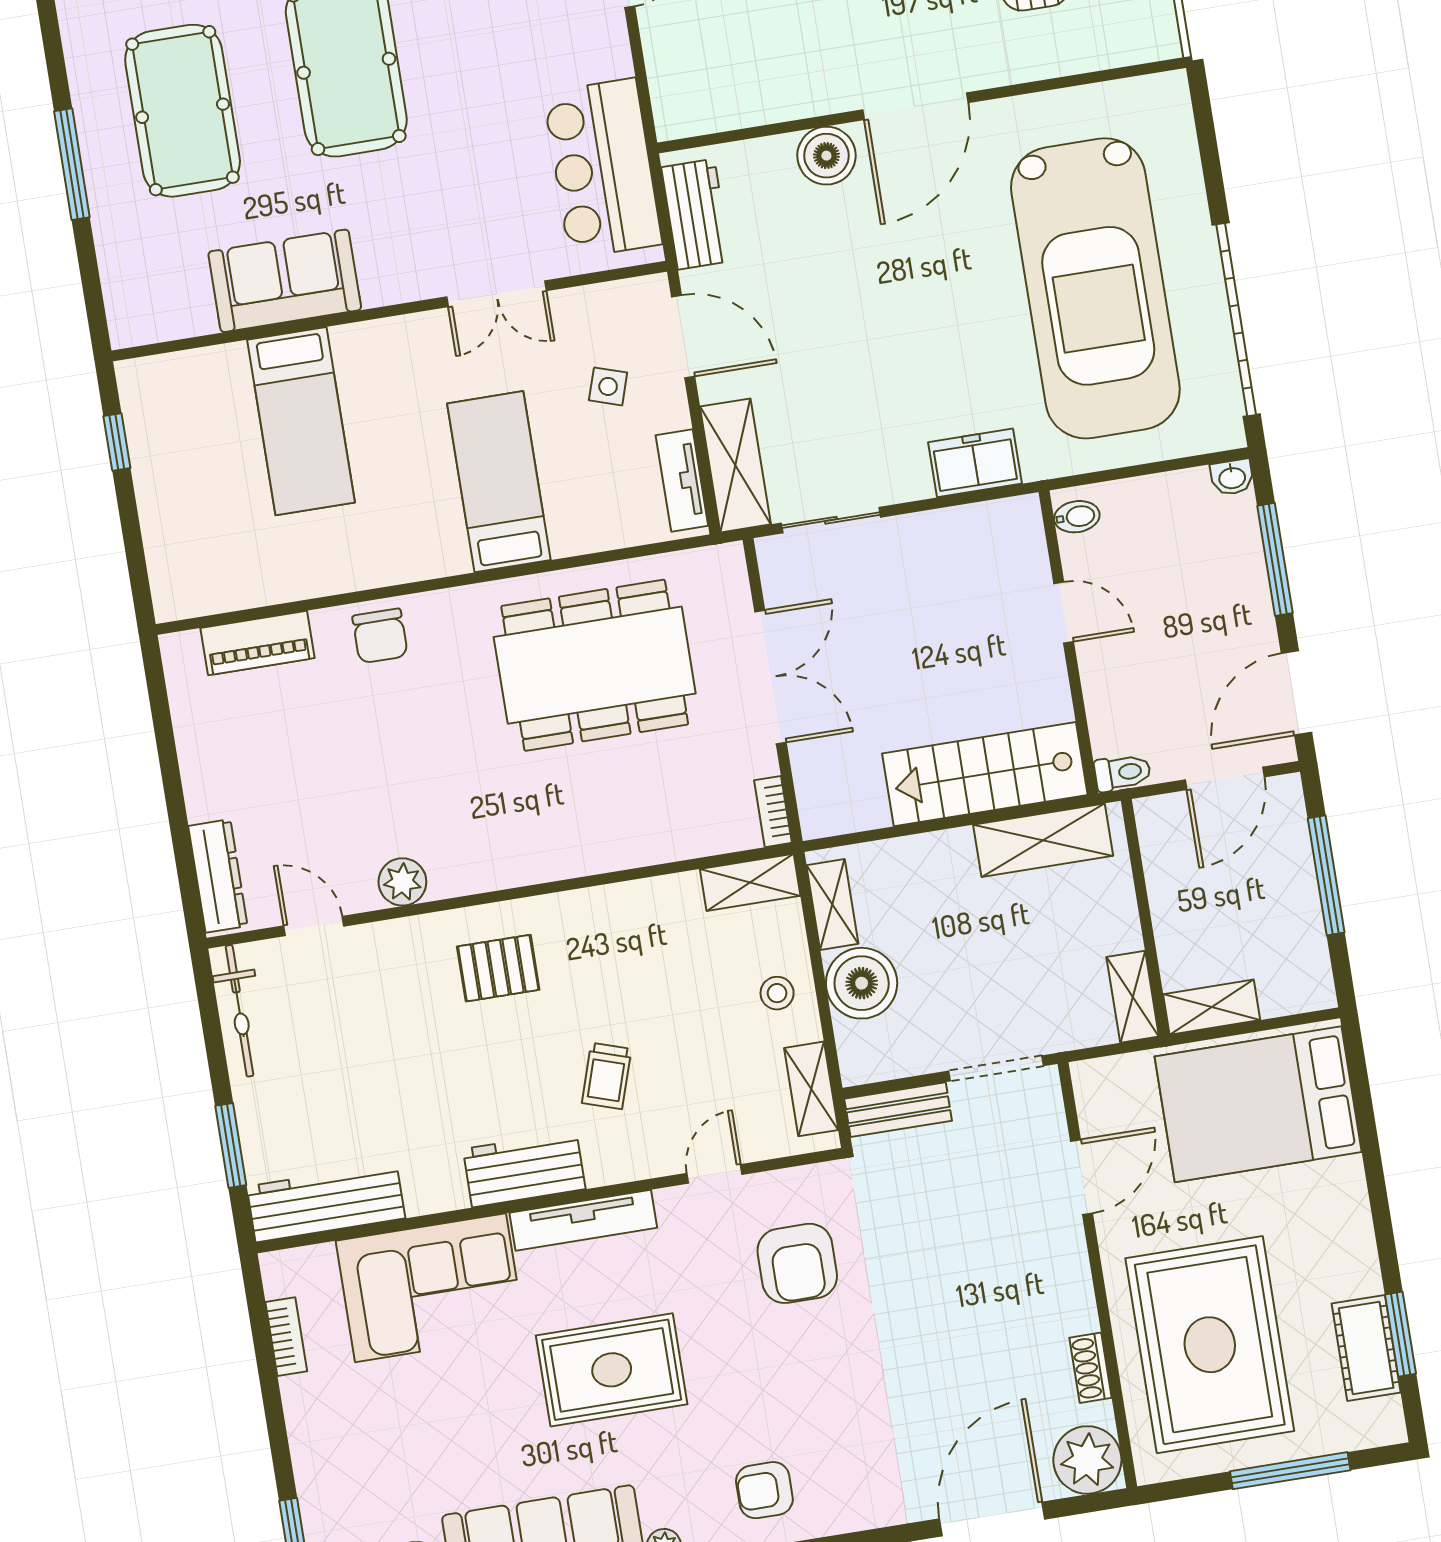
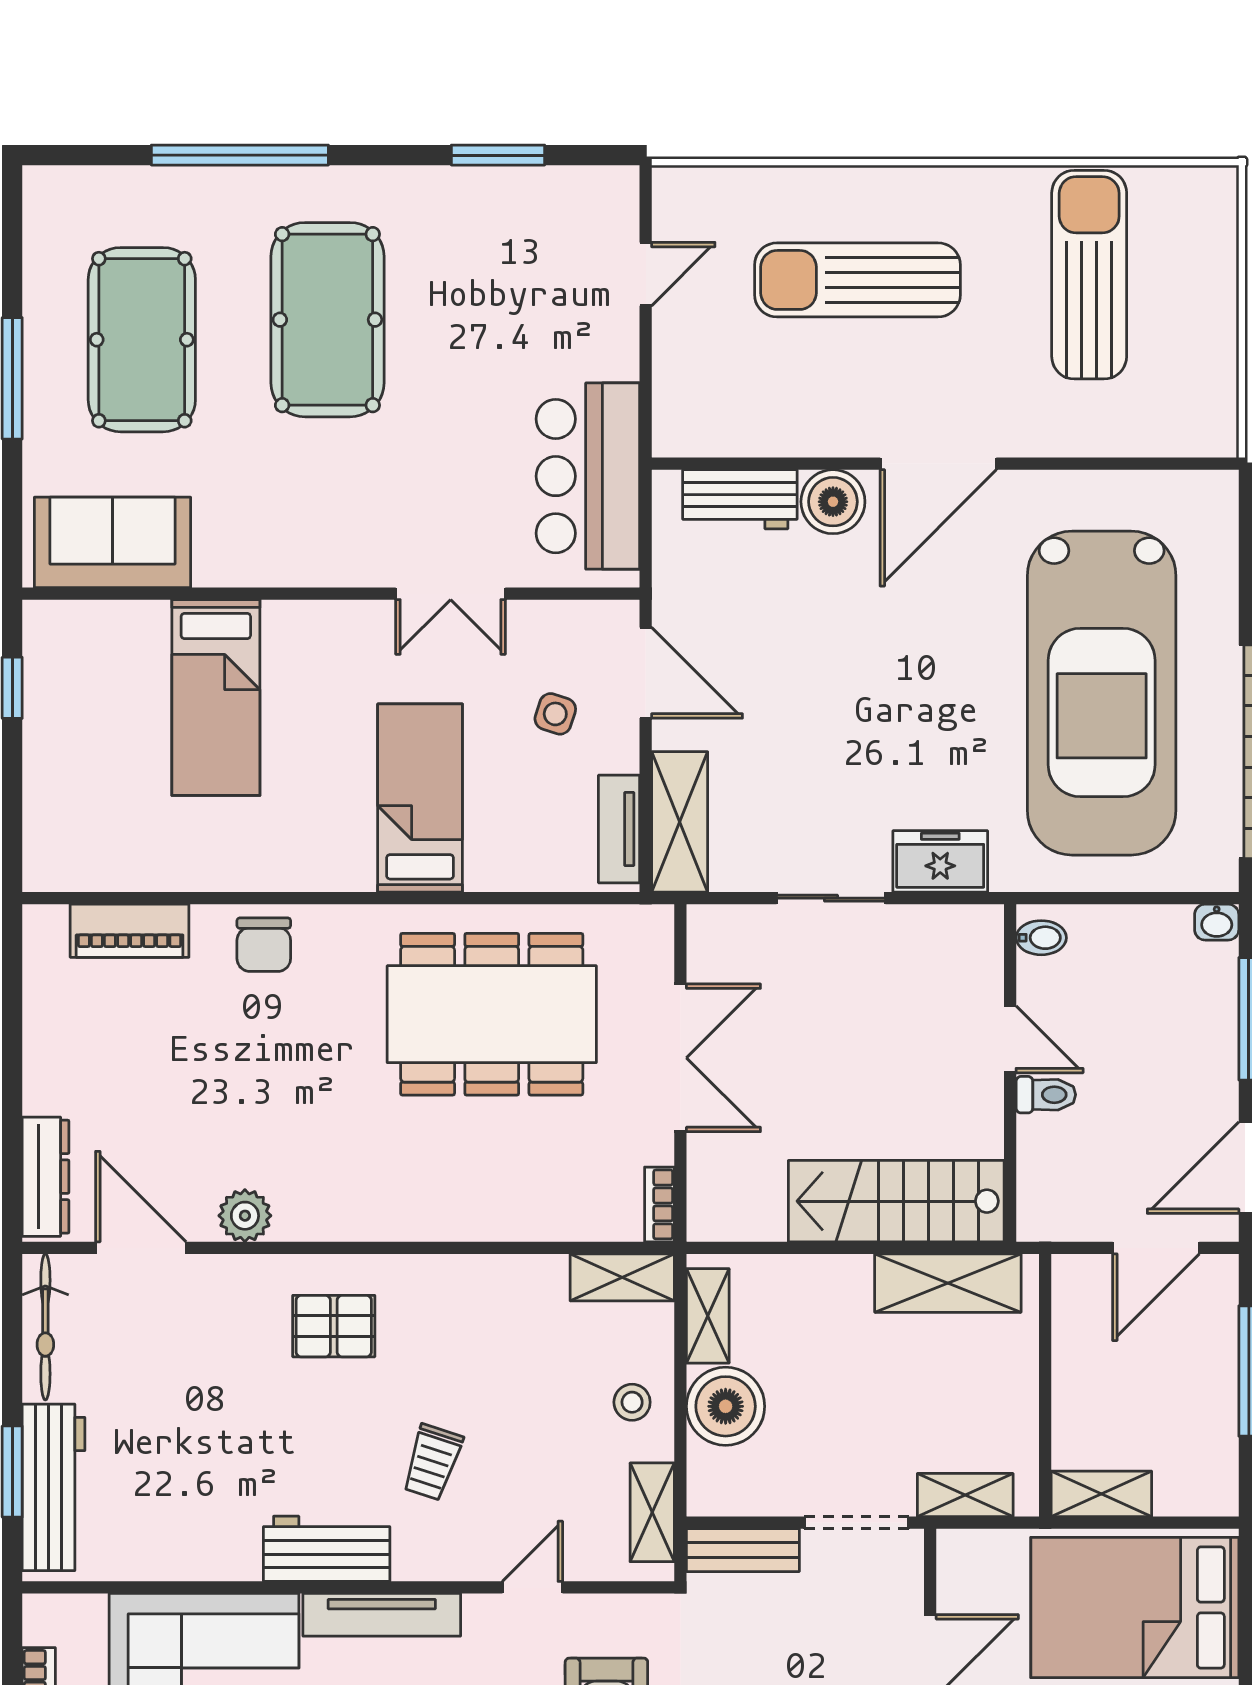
workbench: (696, 214) -> (740, 499), moved, turned 90
sofa: (285, 281) -> (112, 542), moved
sliding door: (831, 520) -> (831, 898), moved
toilet: (1123, 773) -> (1046, 1095), moved
door: (314, 926) -> (141, 1248), width x1.38
shelving: (1133, 997) -> (965, 1495), moved, turned 90
workbench: (326, 1202) -> (54, 1487), moved, turned 90

